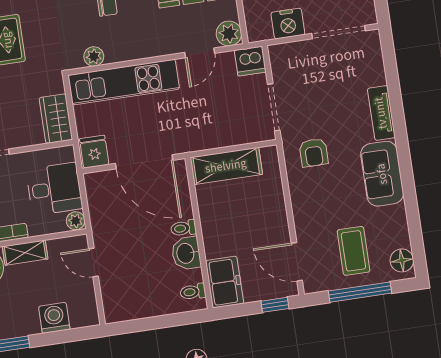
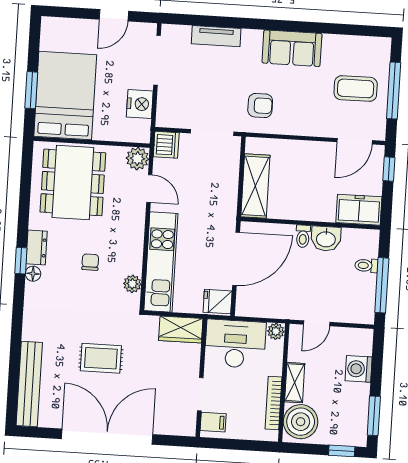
tv unit: (381, 113) -> (216, 36), moved
desk: (54, 189) -> (235, 344), width x1.37
floor lamp: (402, 260) -> (373, 47), removed
toilet: (193, 292) -> (366, 266), moved, turned 90
window: (149, 324) -> (382, 285), added

